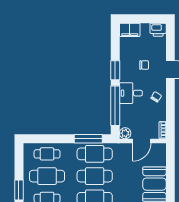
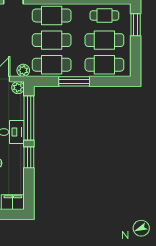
window: (88, 139) -> (74, 81), moved
plant: (120, 149) -> (23, 70), added
cafe table: (47, 154) -> (104, 65), width x1.37, depth x1.35

